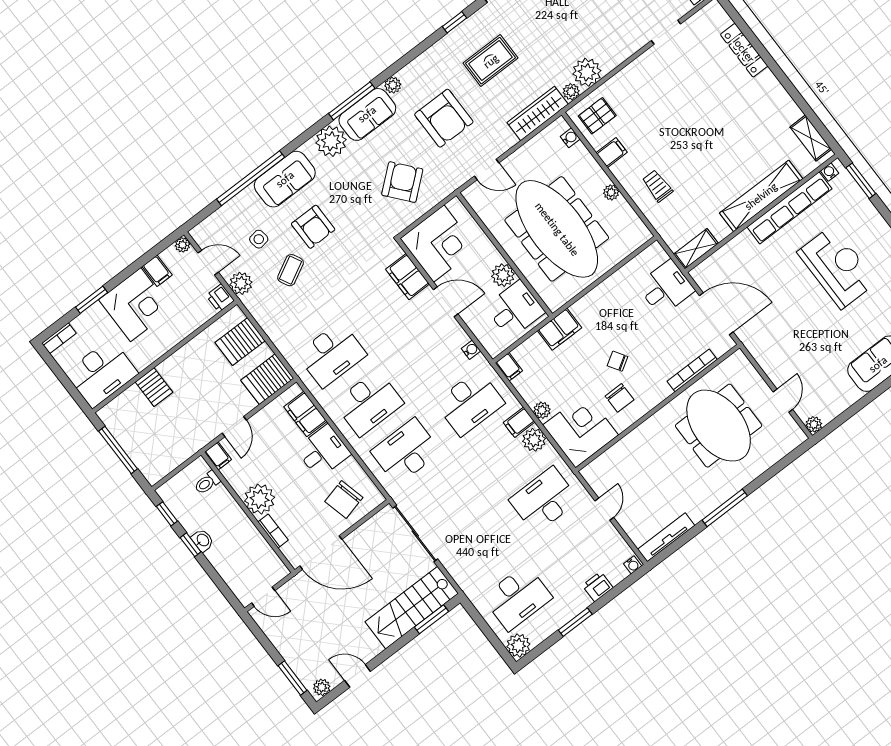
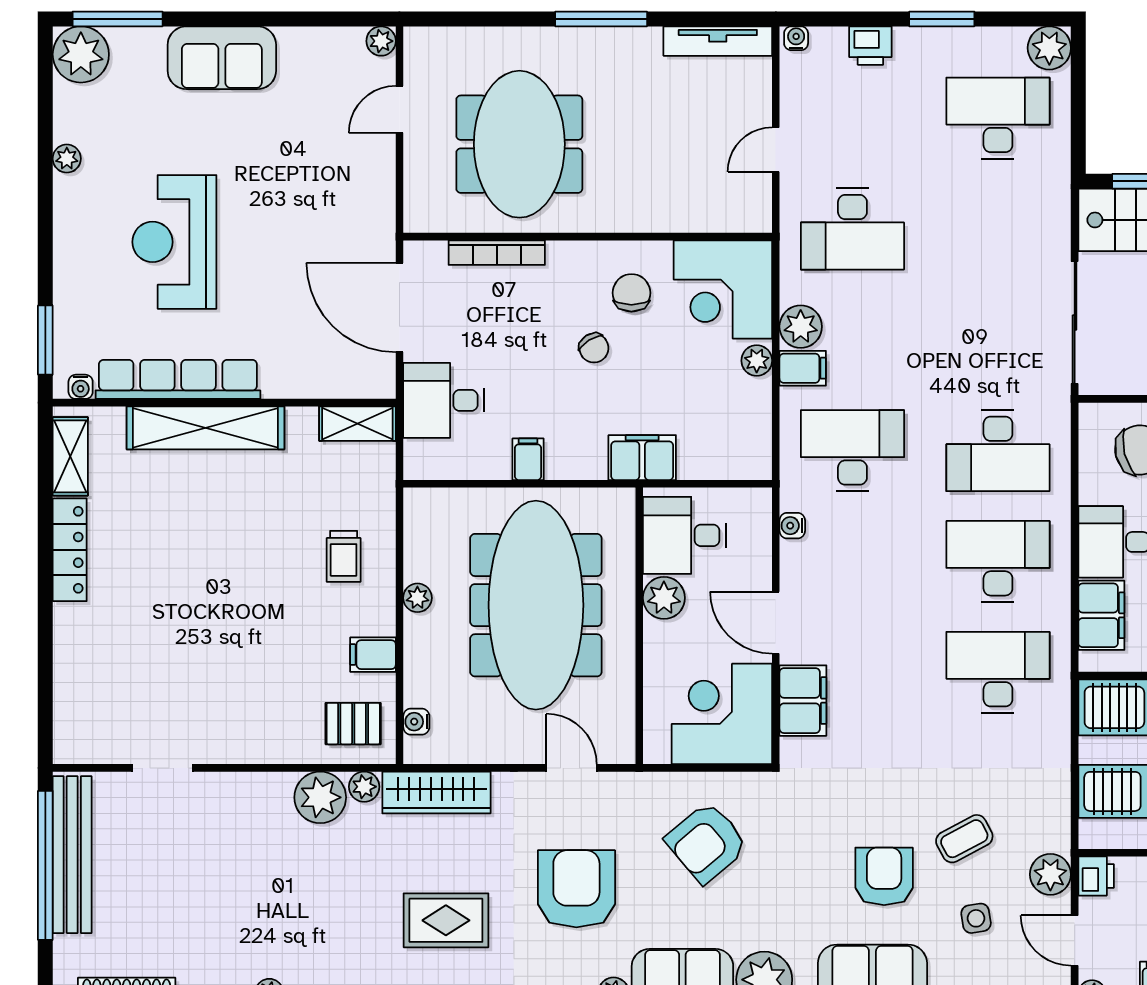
locker: (744, 50) -> (70, 550), moved
filing cabinet: (509, 367) -> (528, 459), moved

